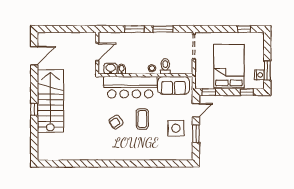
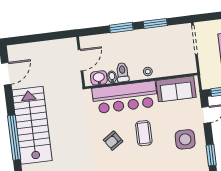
toilet: (165, 66) -> (122, 72), moved
window: (34, 109) -> (14, 138), width x3.17
window: (196, 134) -> (211, 155), moved

